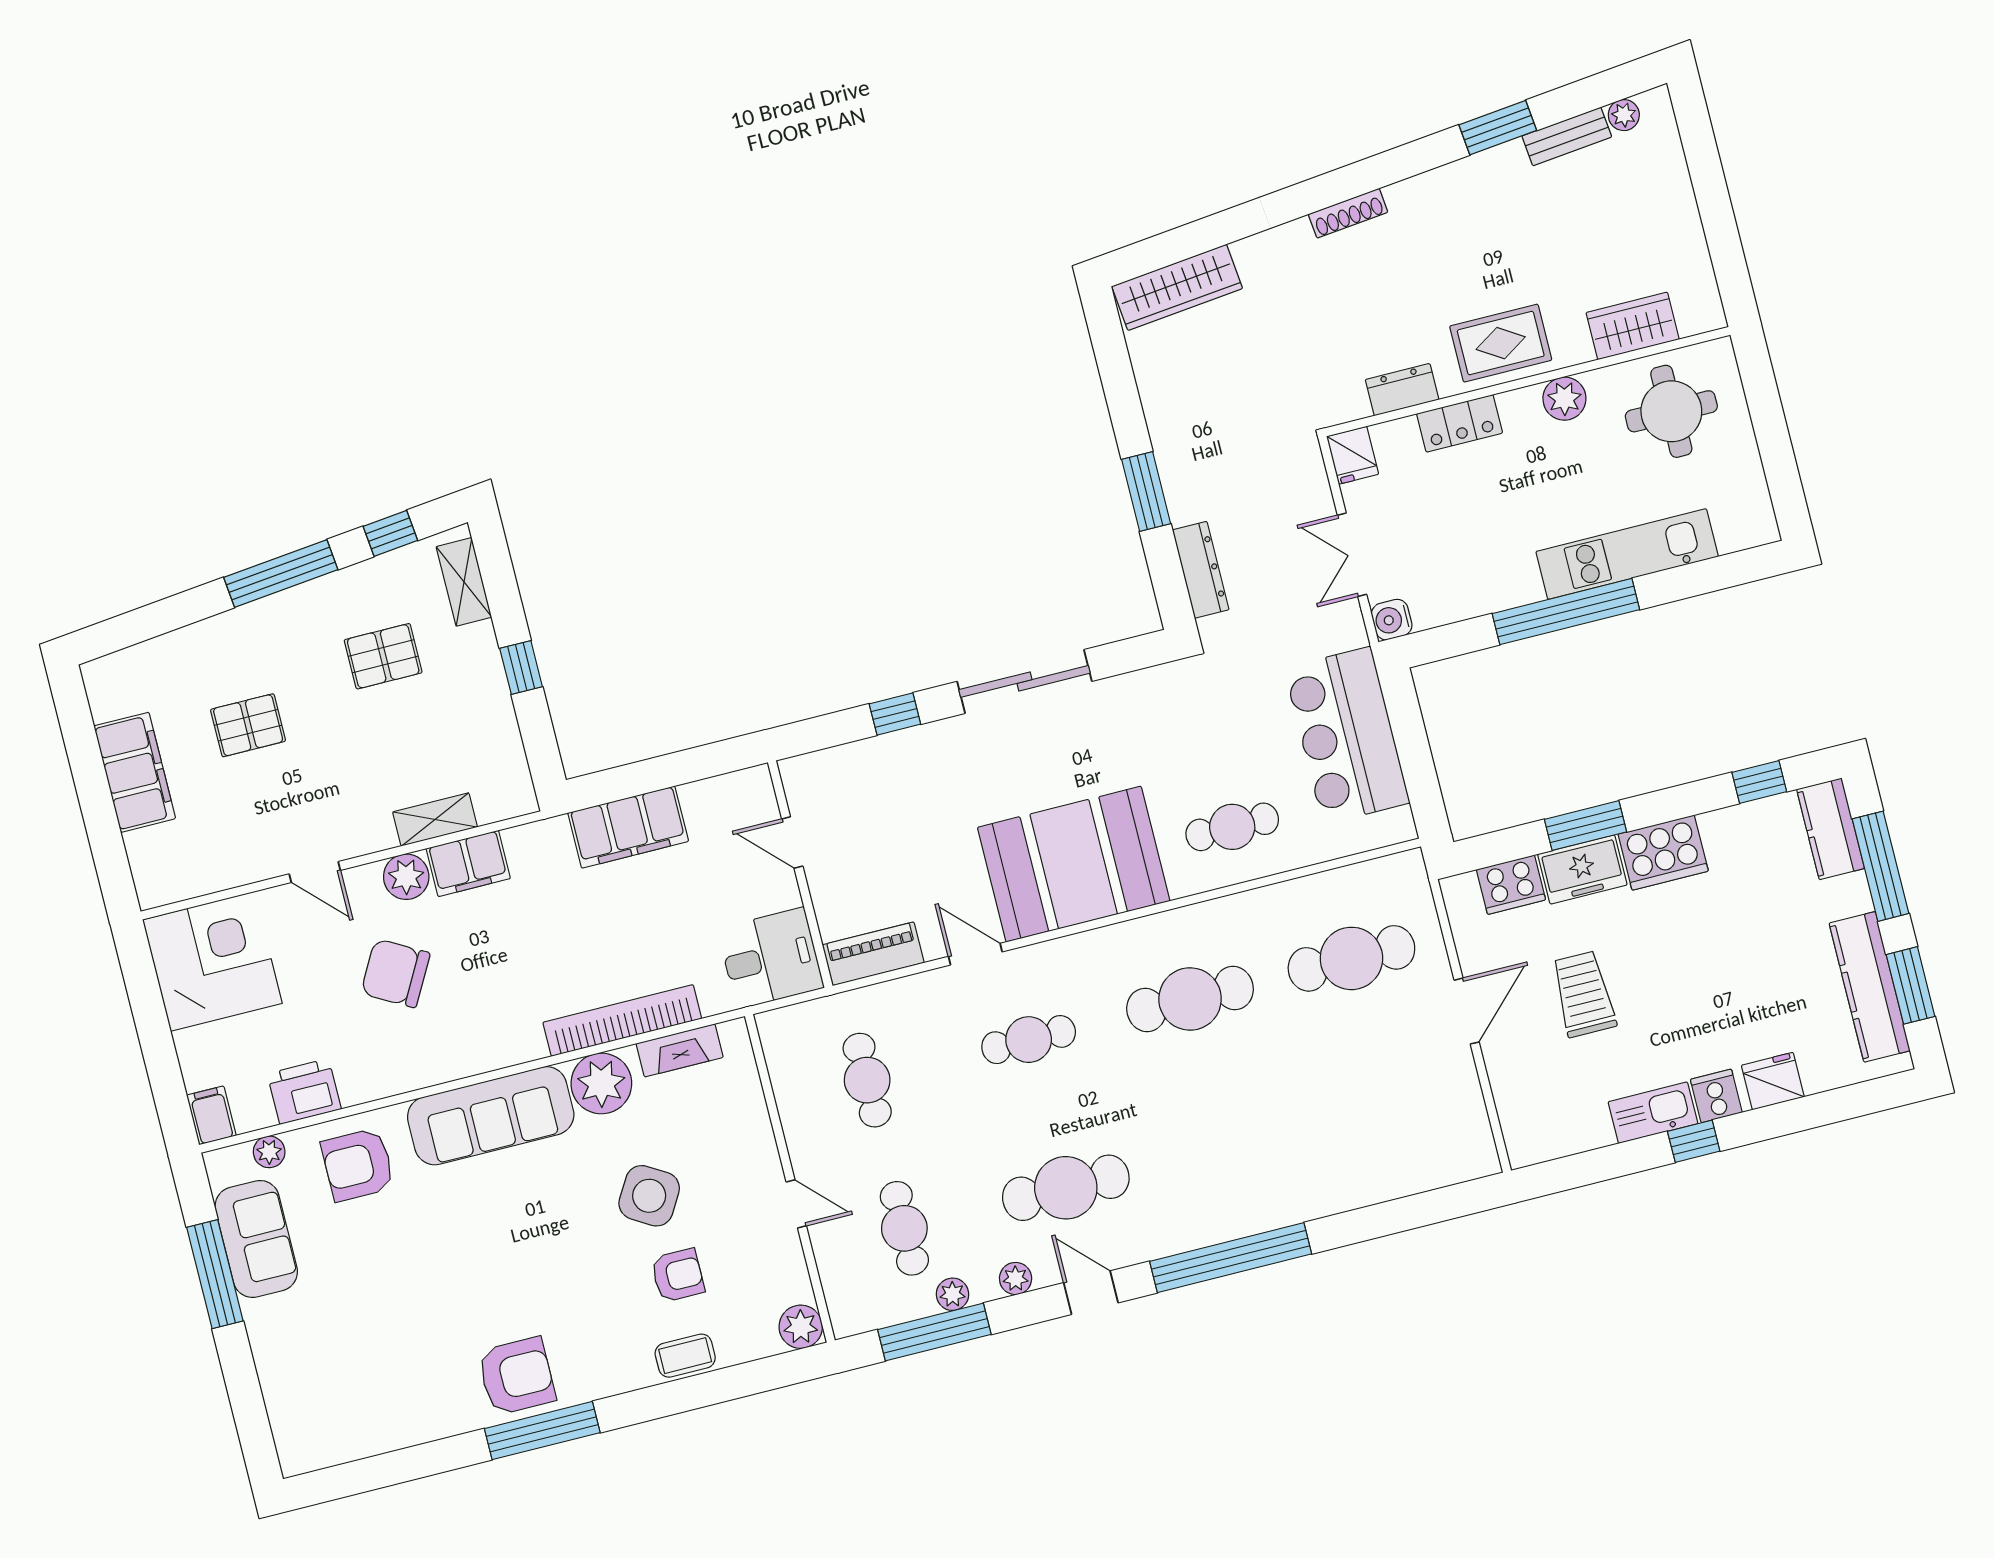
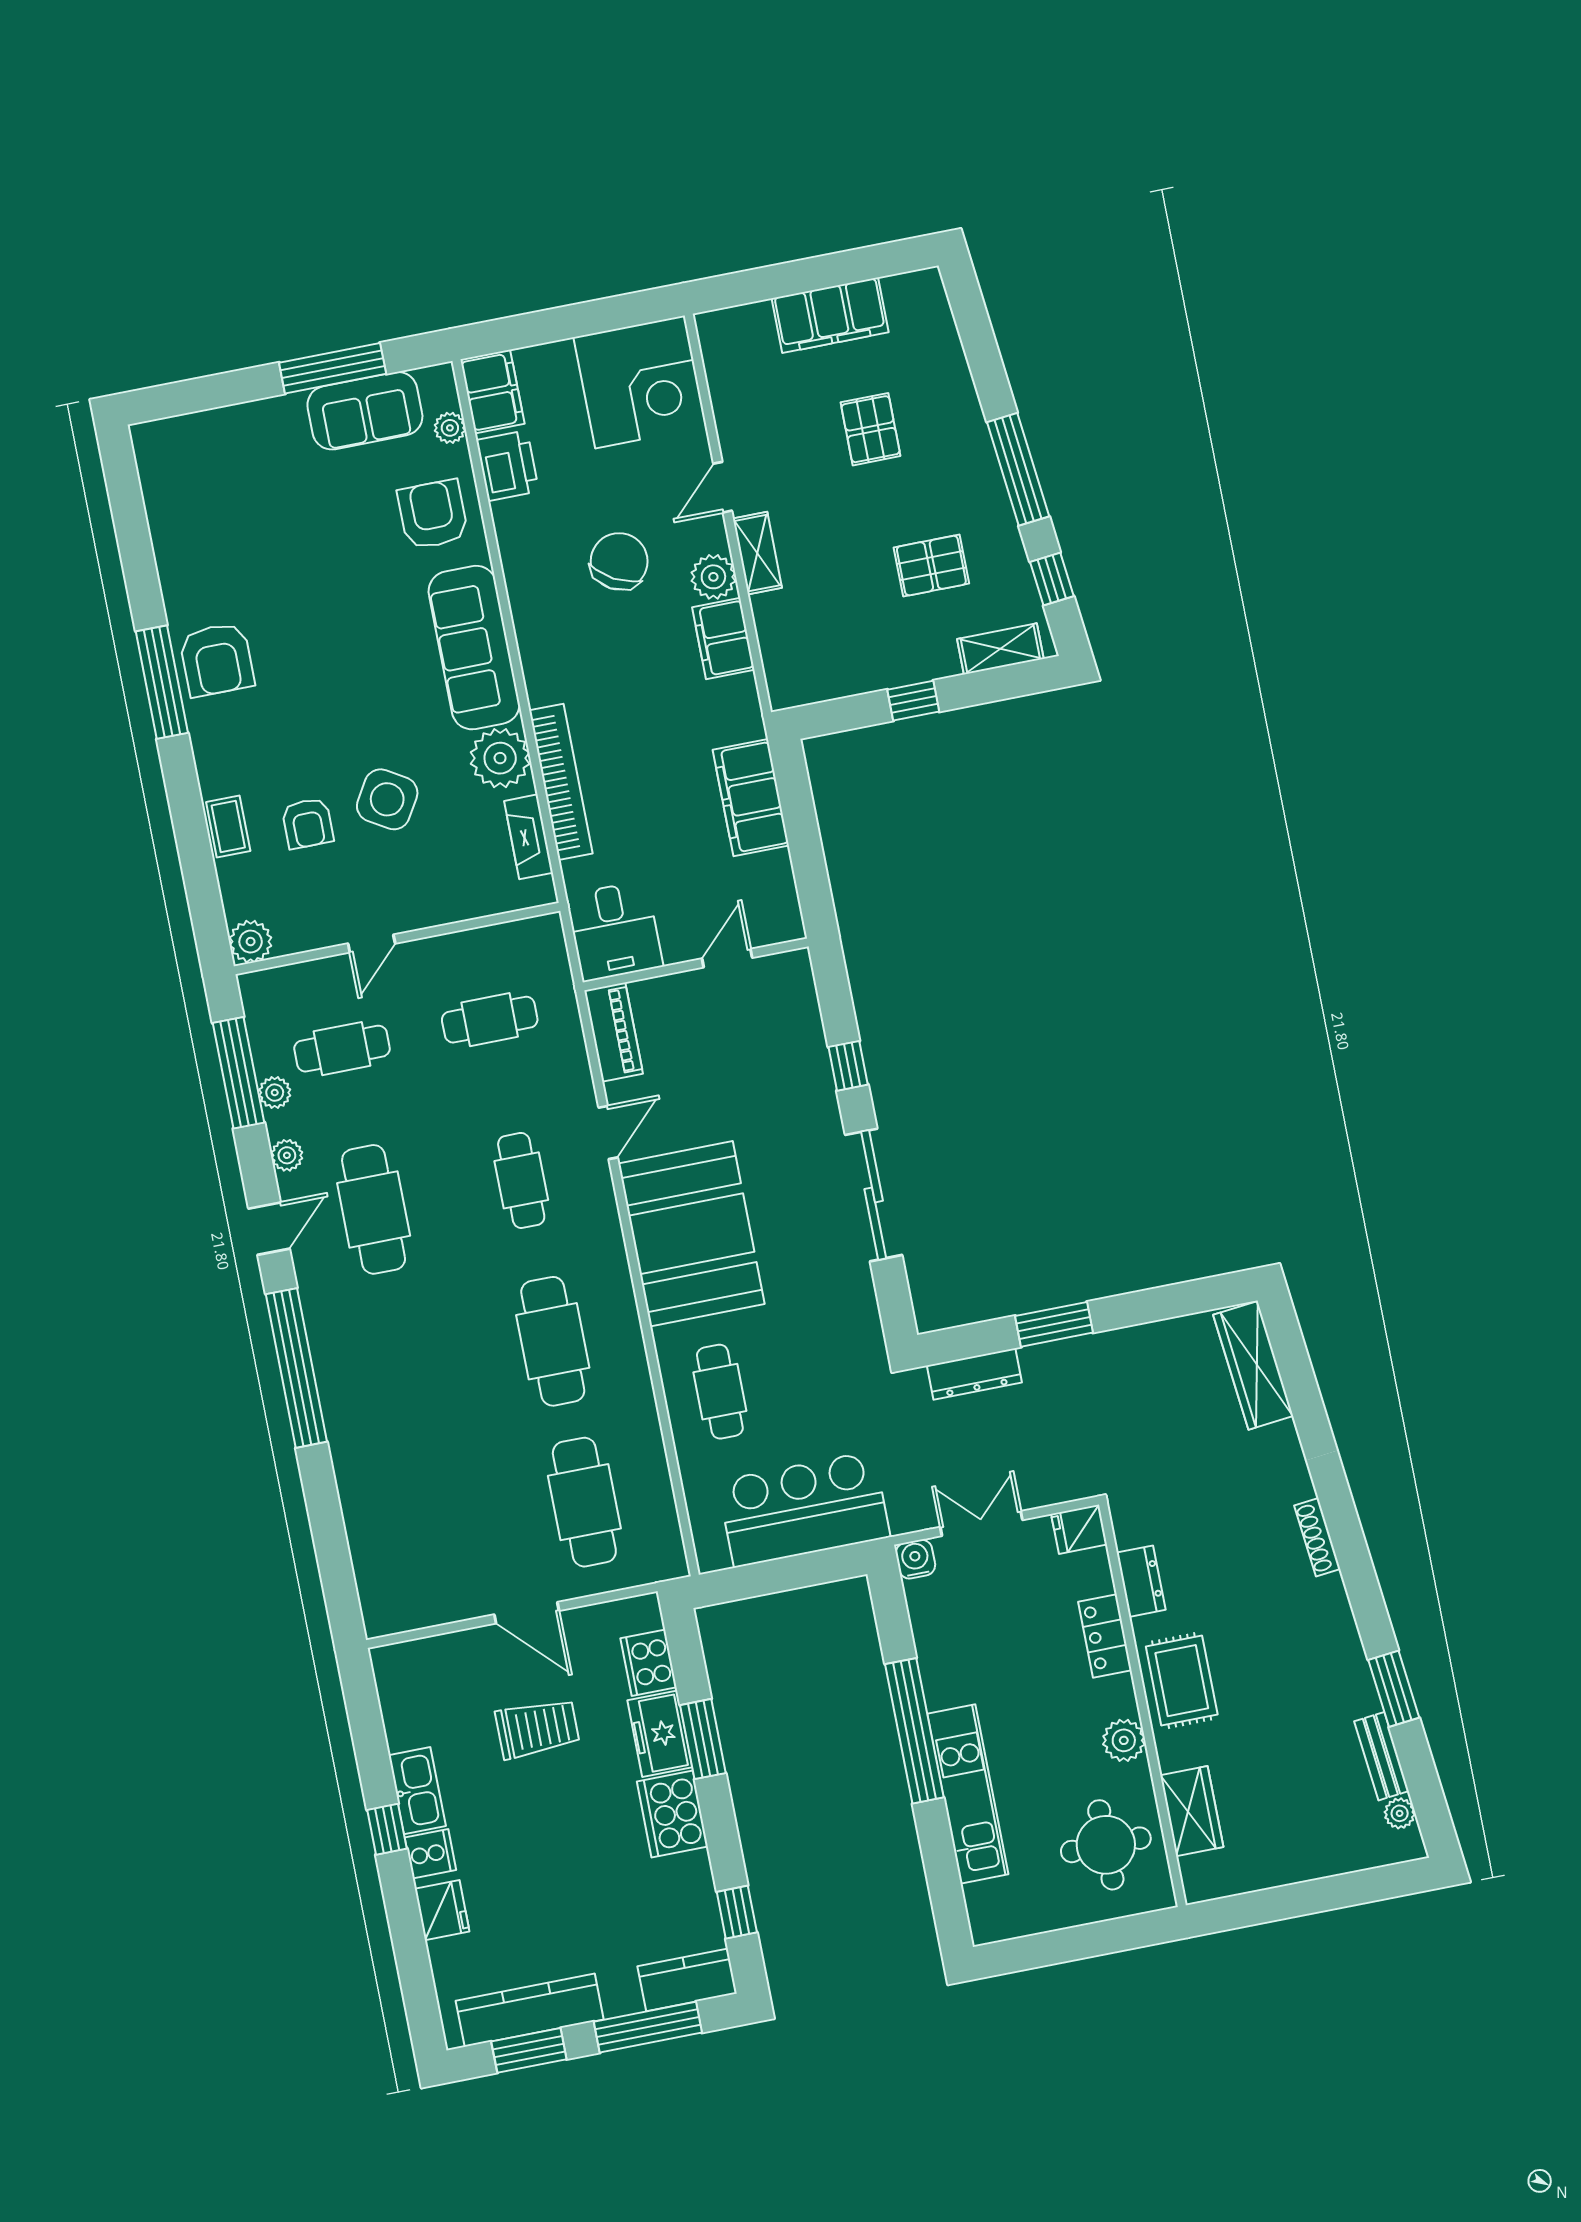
pallet: (383, 656) -> (931, 566), turned 90
shelving: (435, 820) -> (757, 553), moved
filing cabinet: (211, 1115) -> (492, 392), width x2.00

